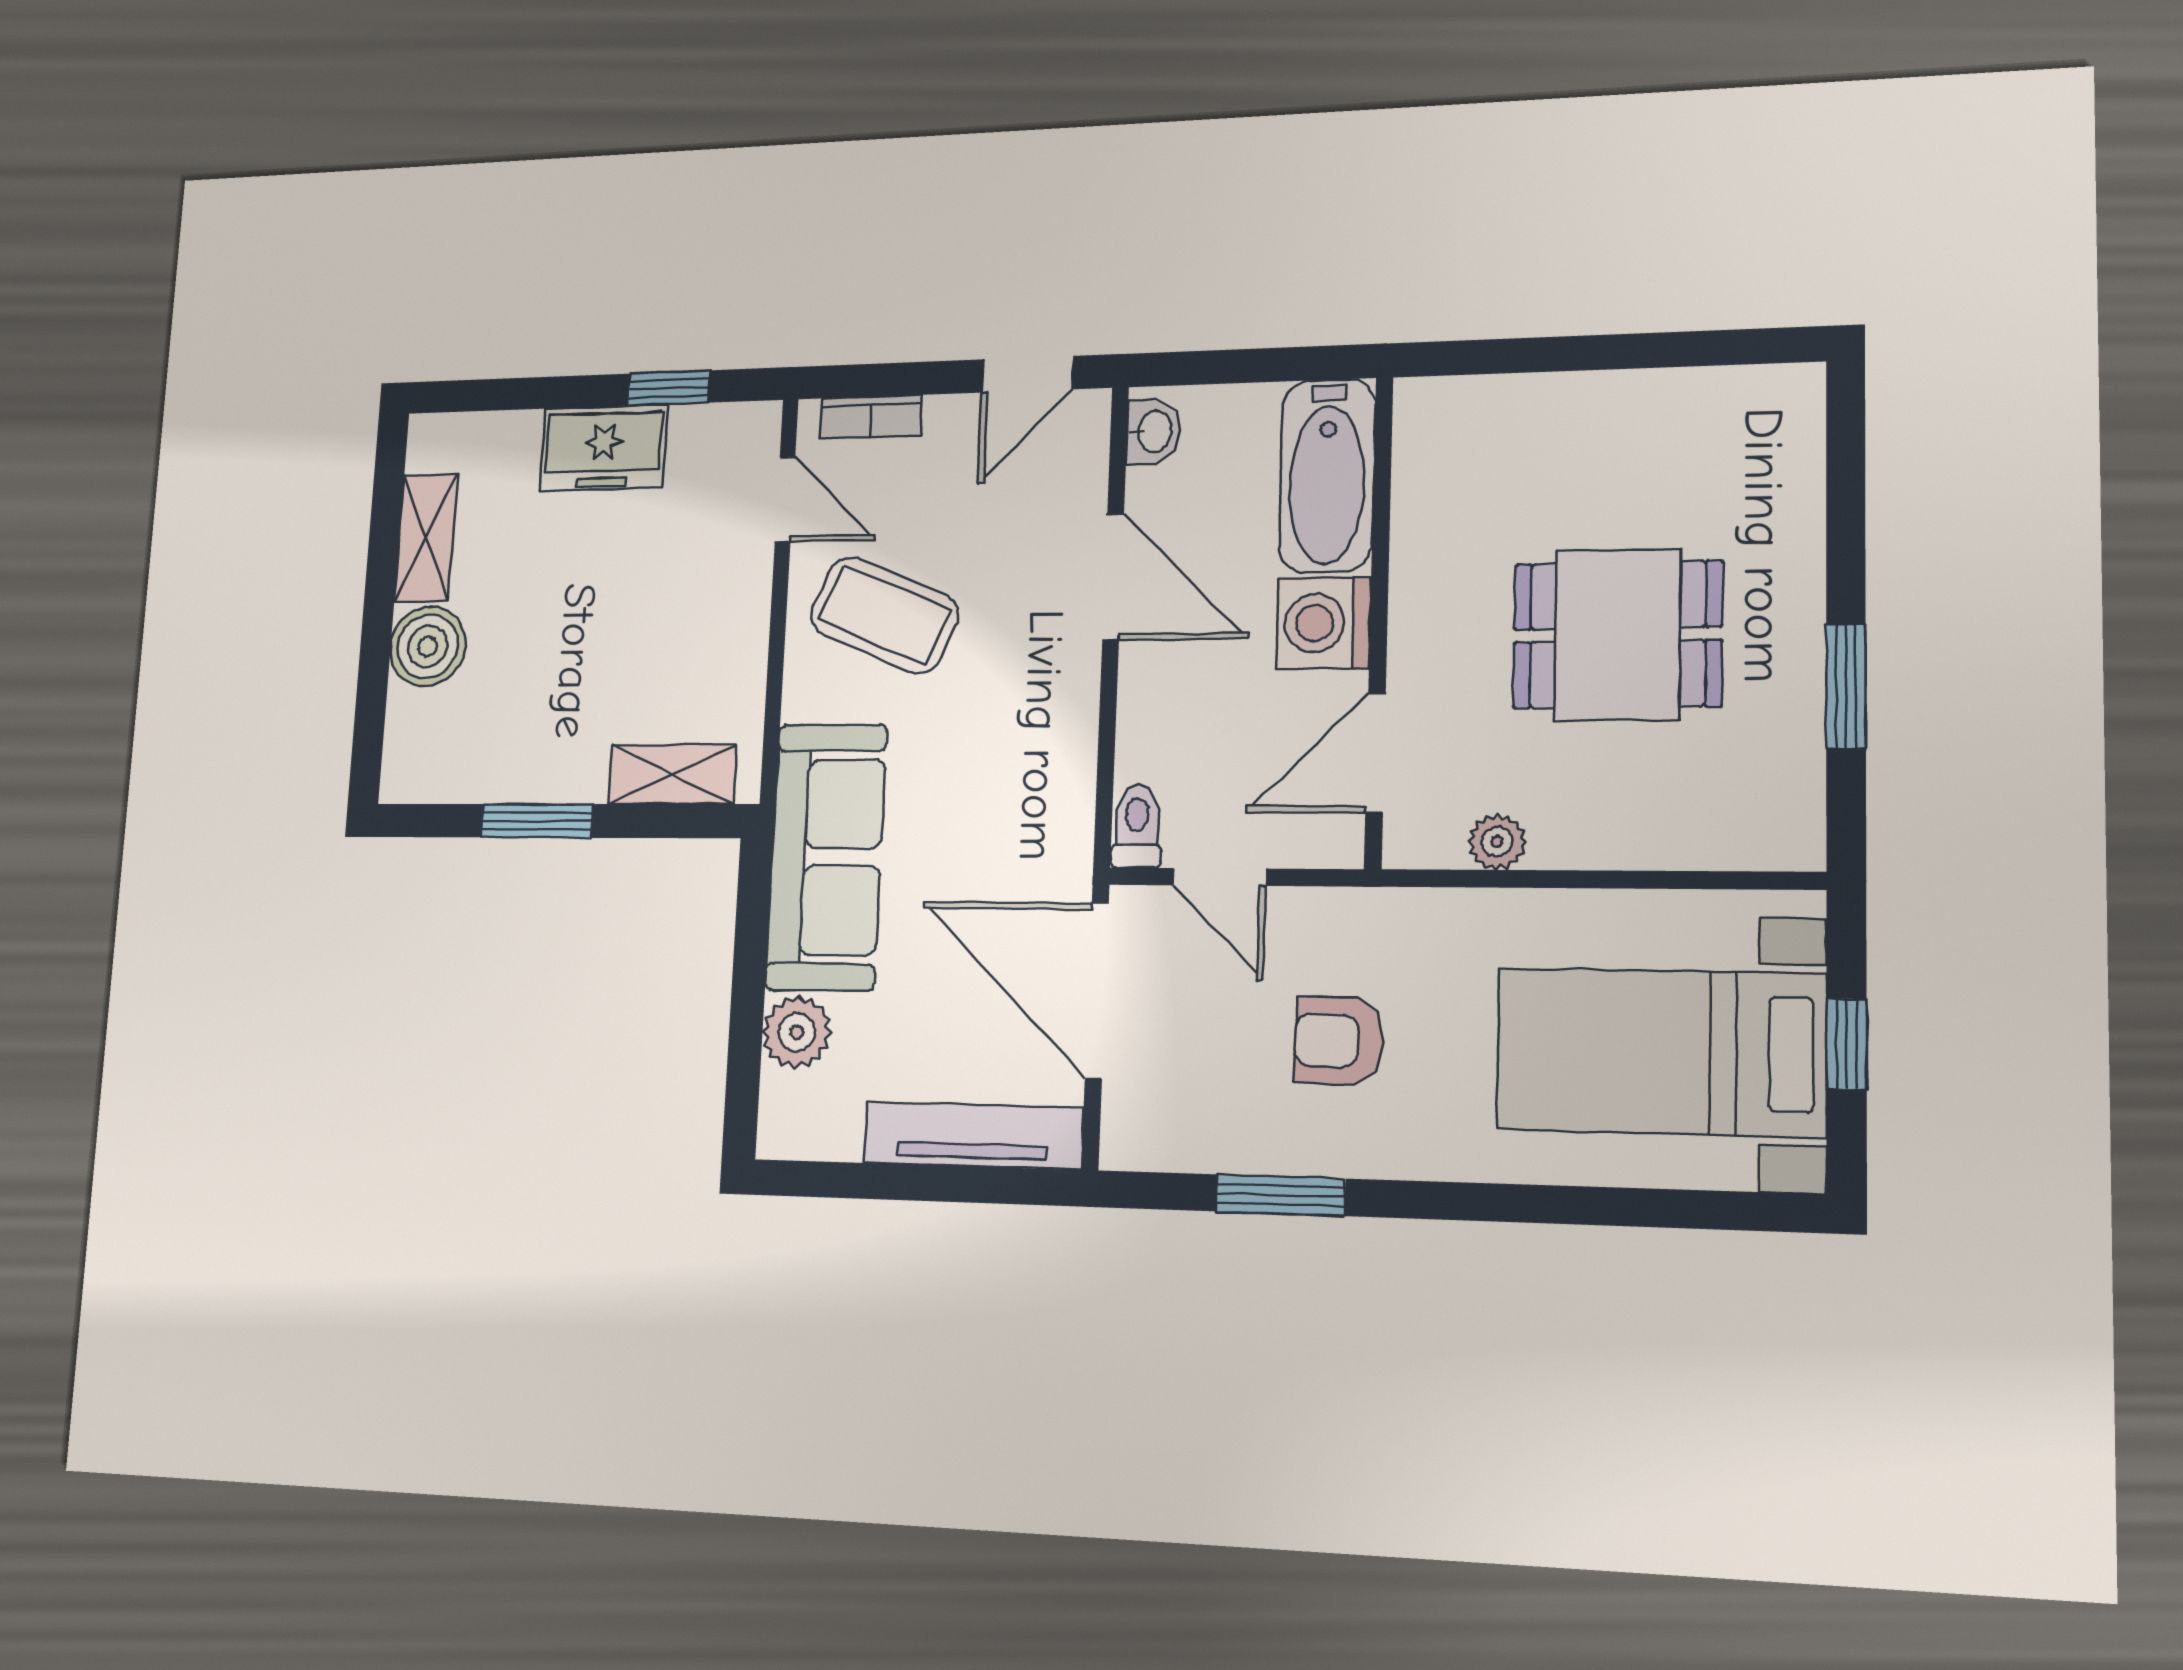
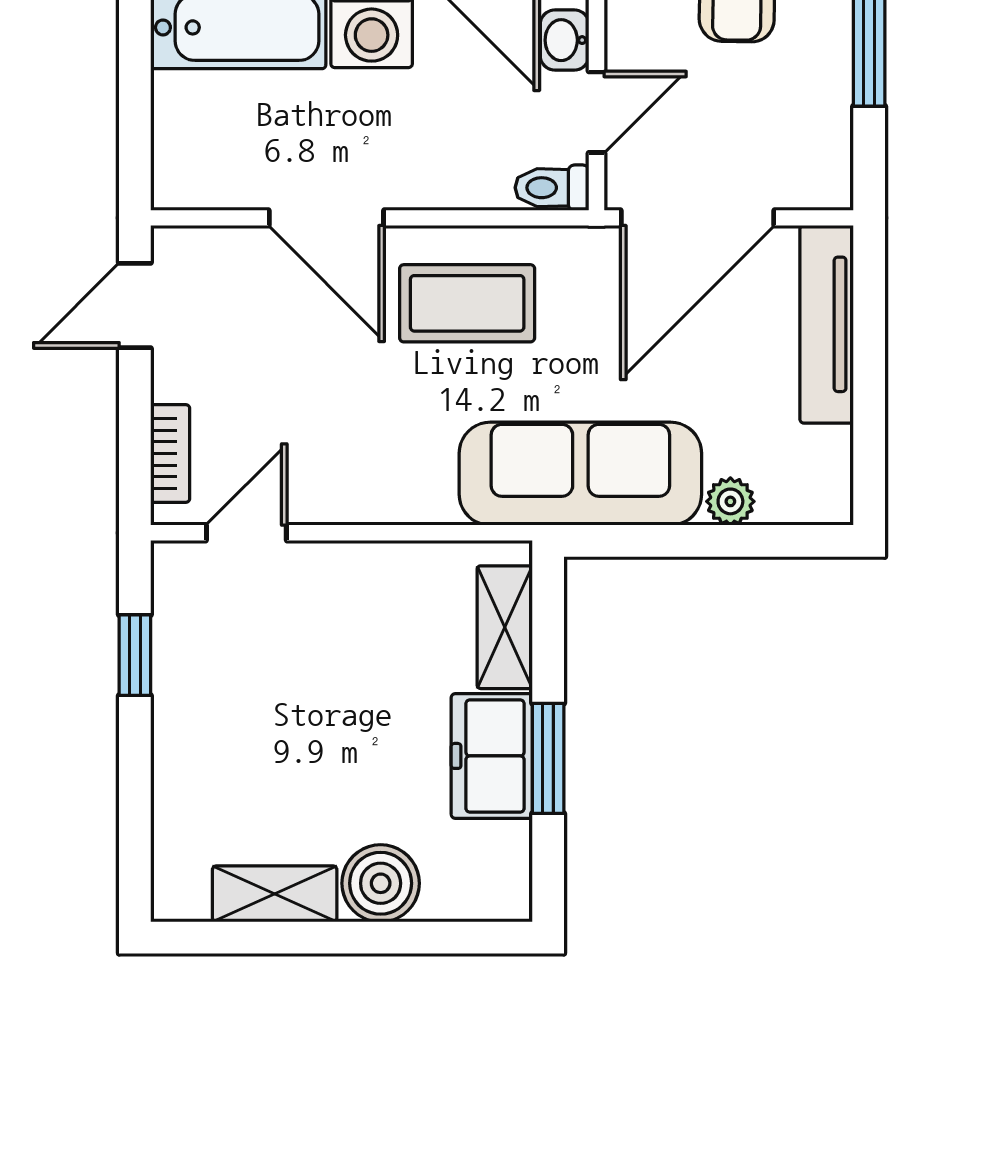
door: (1028, 374) -> (135, 305), swing flipped
washbasin: (1153, 432) -> (565, 40), moved, turned -90
freezer: (603, 448) -> (492, 756), moved, turned 180
door: (1113, 577) -> (326, 218), swing flipped
coffee table: (884, 615) -> (467, 303), moved, turned 67
plant: (797, 1032) -> (730, 501), width x0.73, depth x0.73

